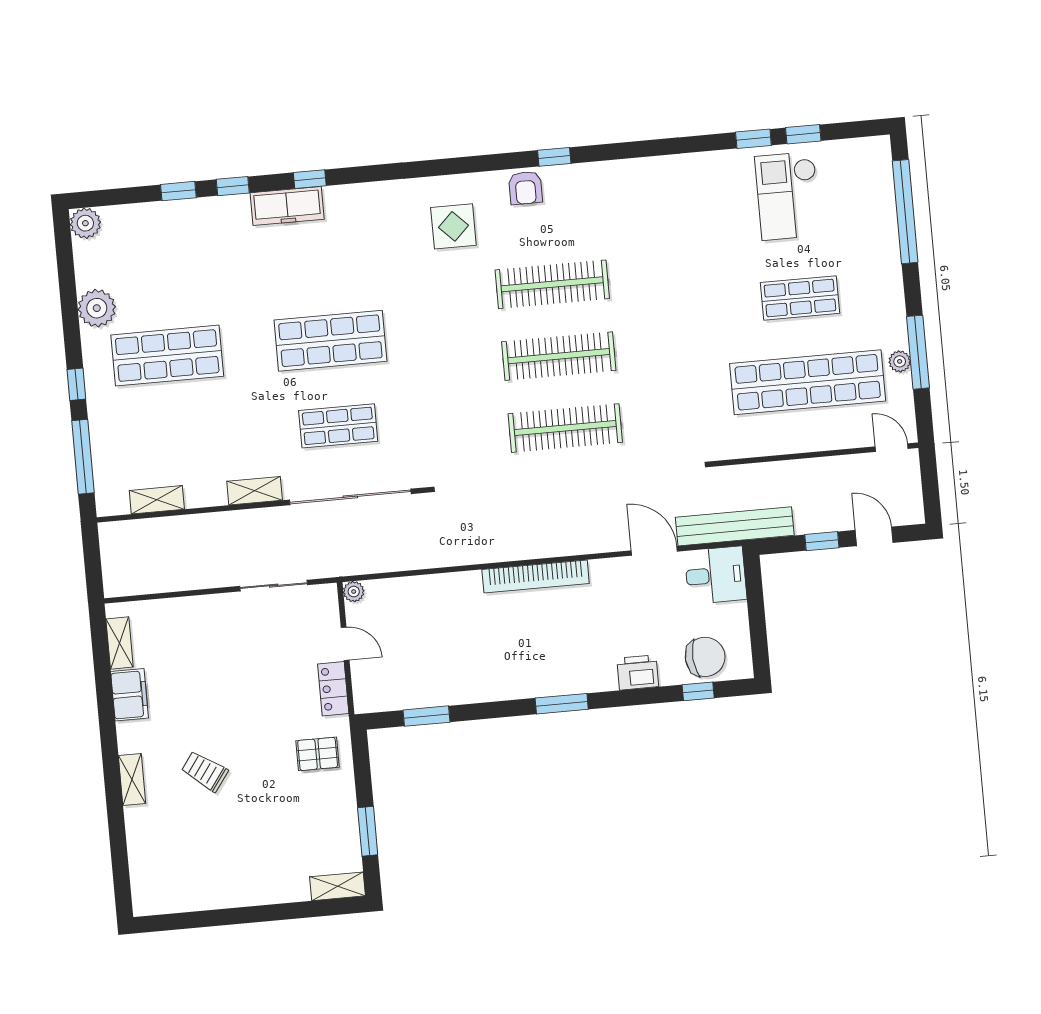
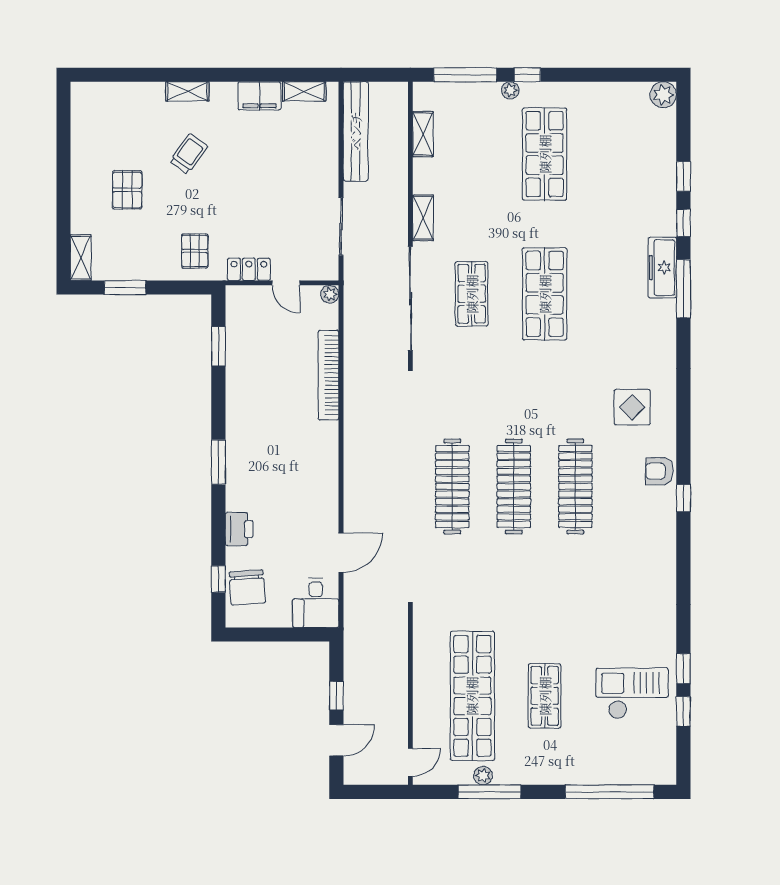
window: (310, 179) -> (683, 289), width x2.17
plant: (97, 308) -> (510, 90), moved, width x0.53, depth x0.53
bench: (735, 526) -> (356, 131), moved
bookcase: (536, 576) -> (329, 375), moved
door: (345, 644) -> (286, 283), hinge flipped
pallet: (253, 839) -> (127, 190), added

